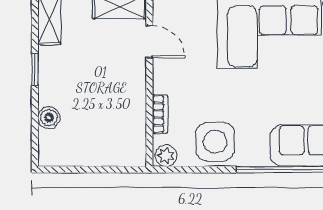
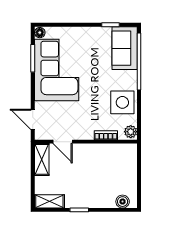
door: (149, 42) -> (63, 142), swing flipped
boiler: (49, 118) -> (123, 202), moved

